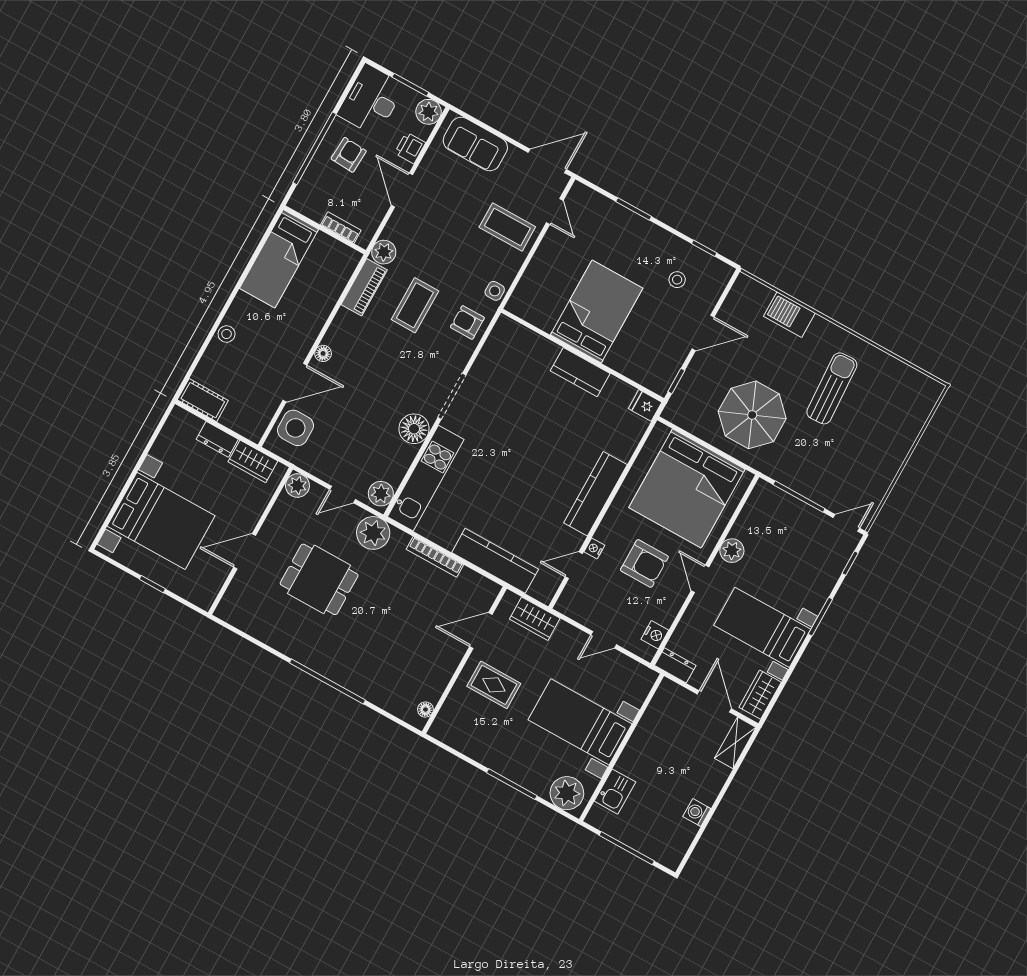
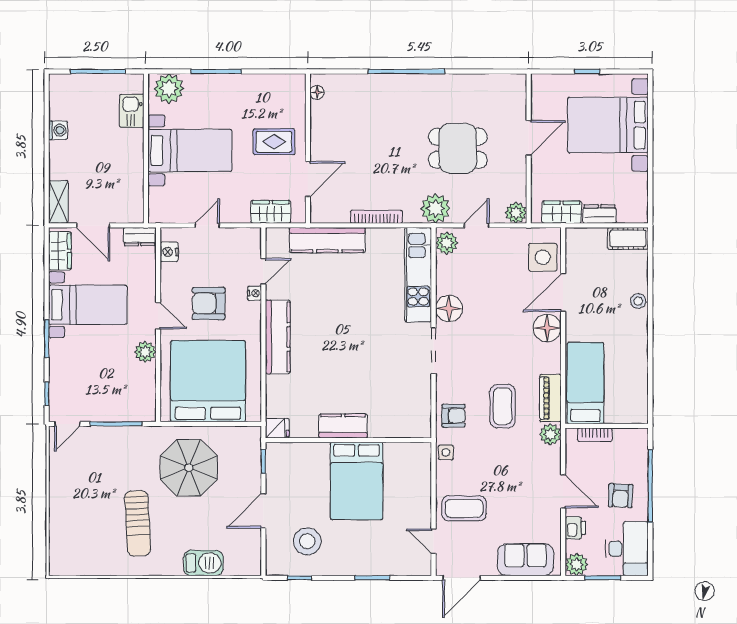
bed: (279, 259) -> (585, 383), moved
stool: (677, 280) -> (307, 541), width x1.89, depth x1.89
floor lamp: (323, 353) -> (547, 328), width x1.89, depth x1.89

